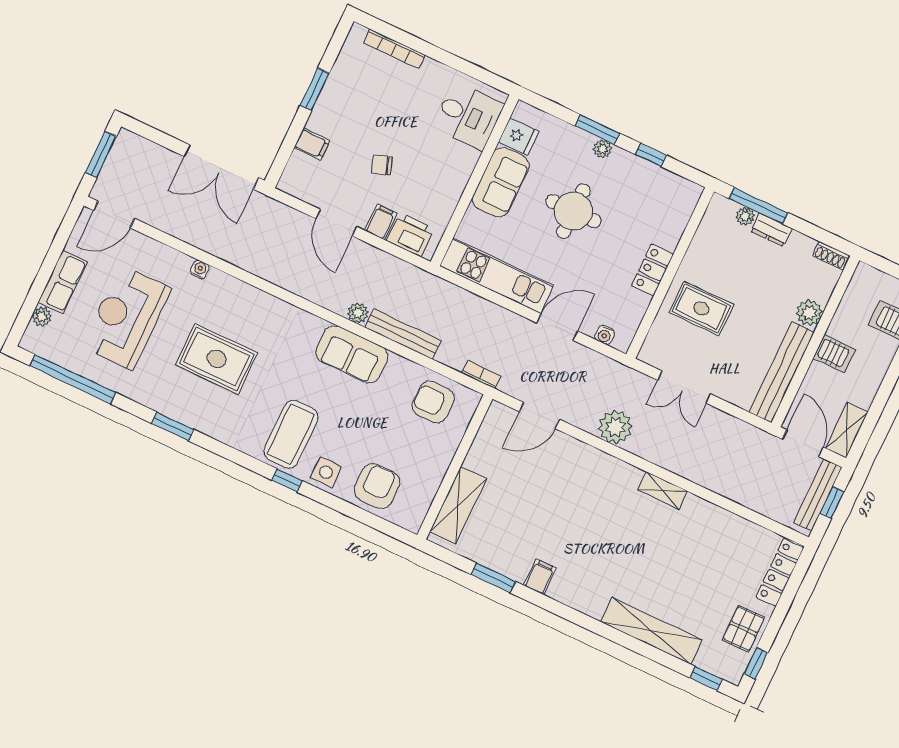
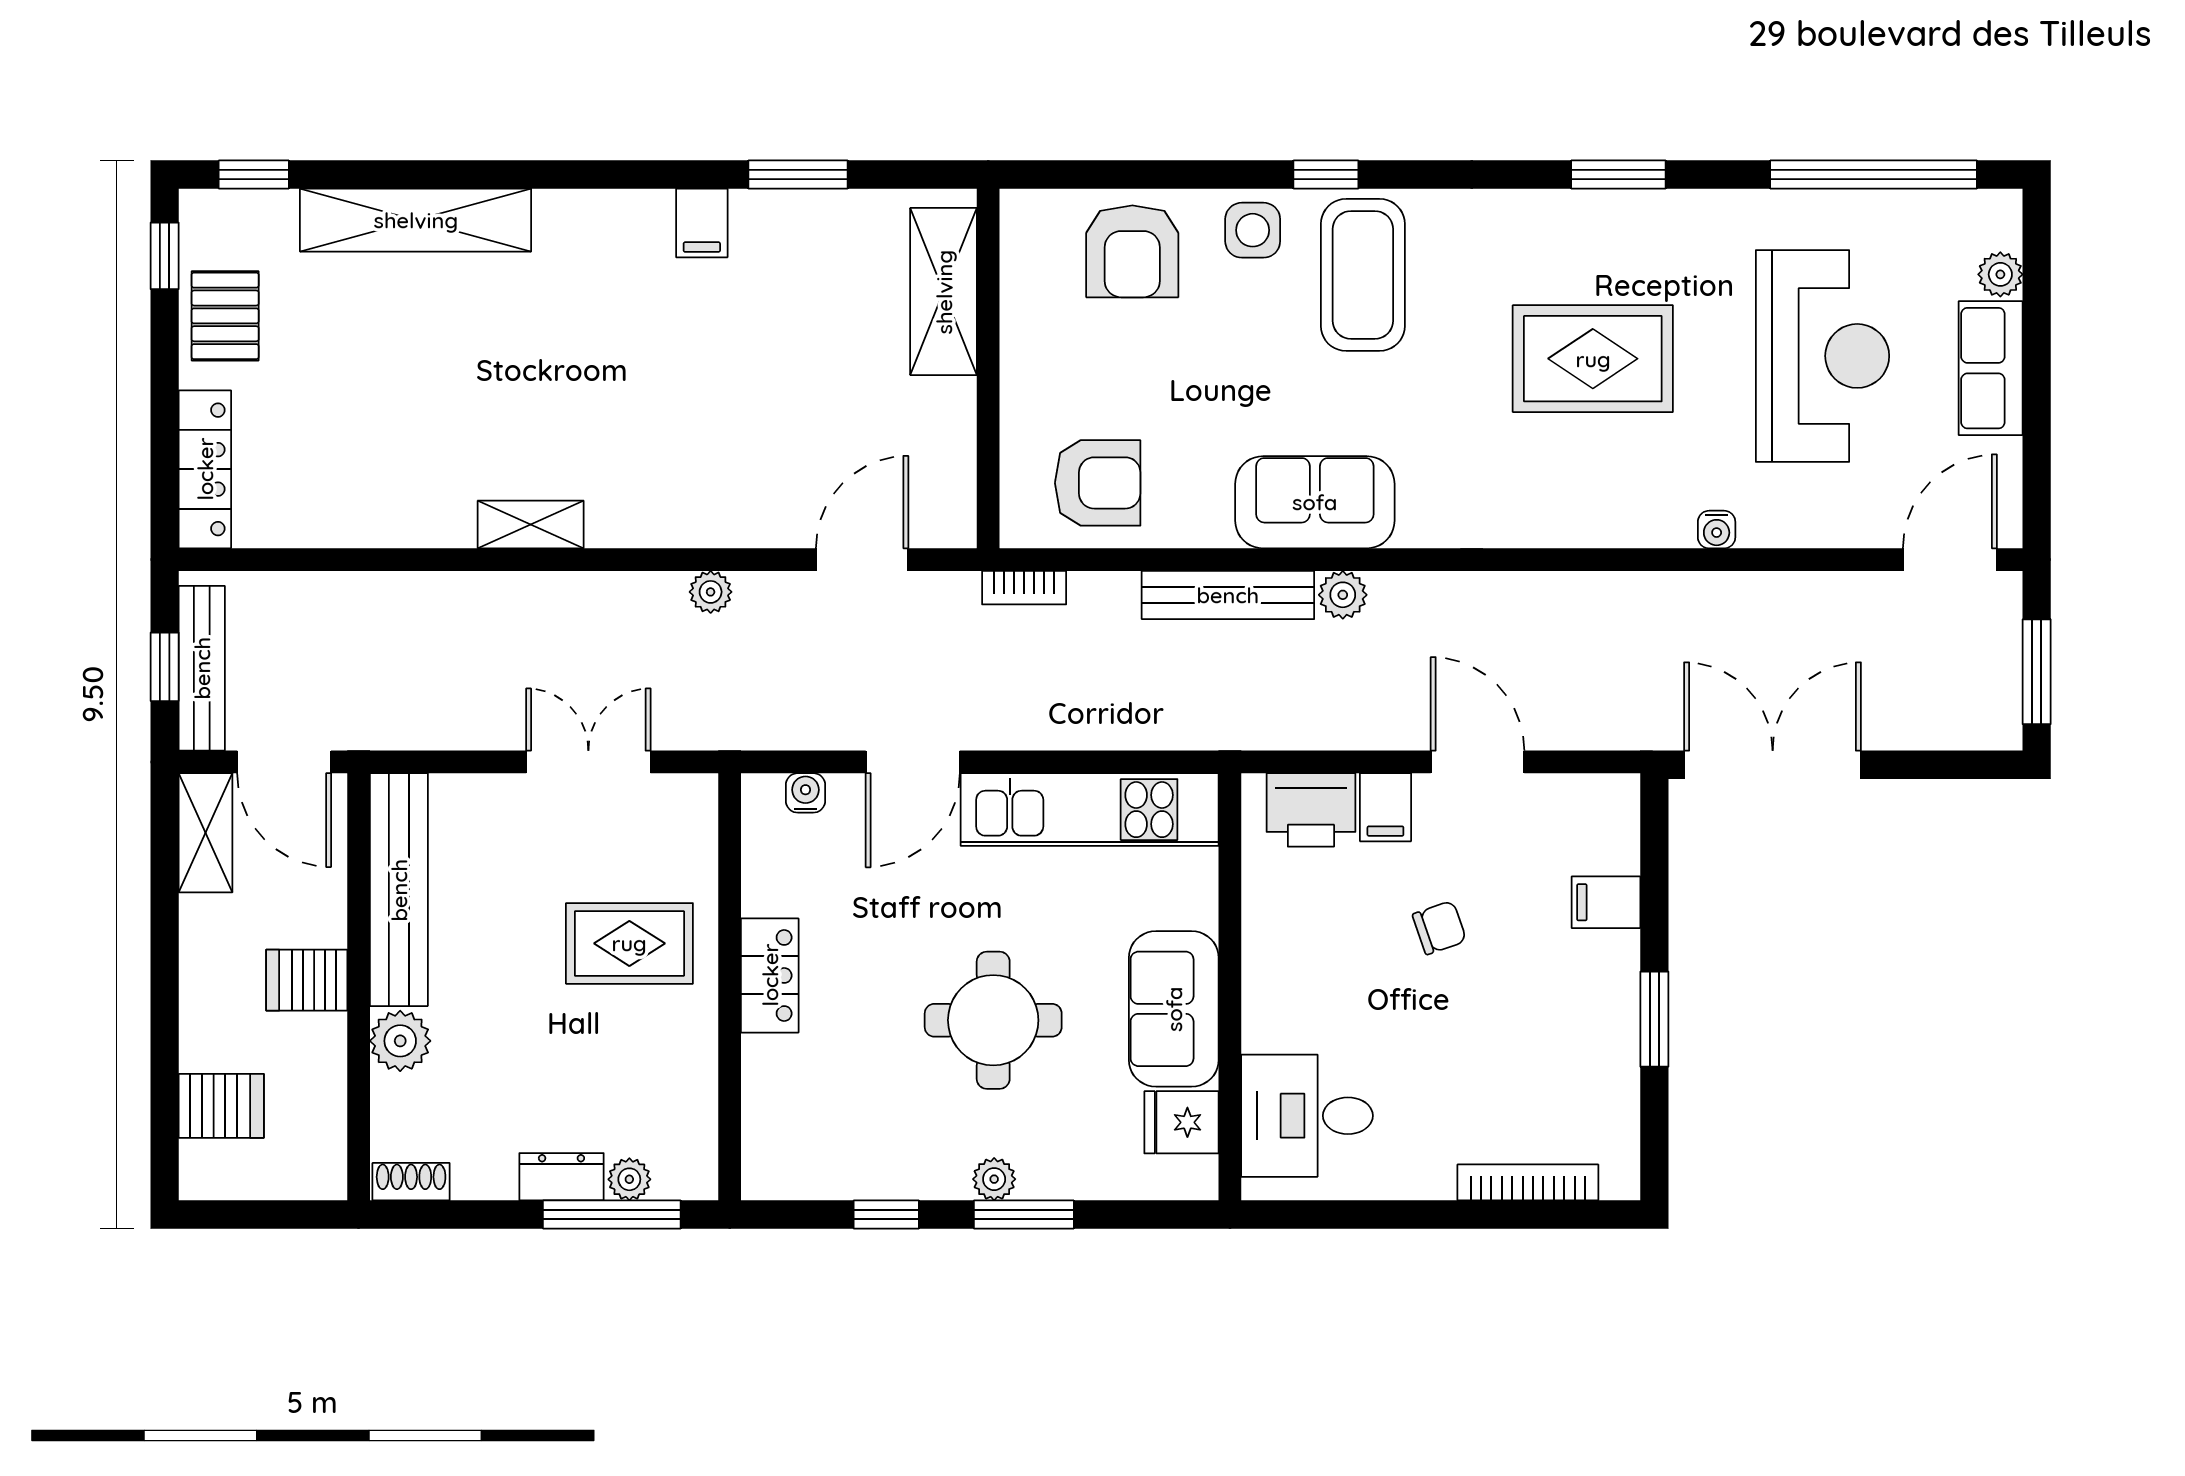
plant: (615, 427) -> (711, 592), width x0.53, depth x0.53

